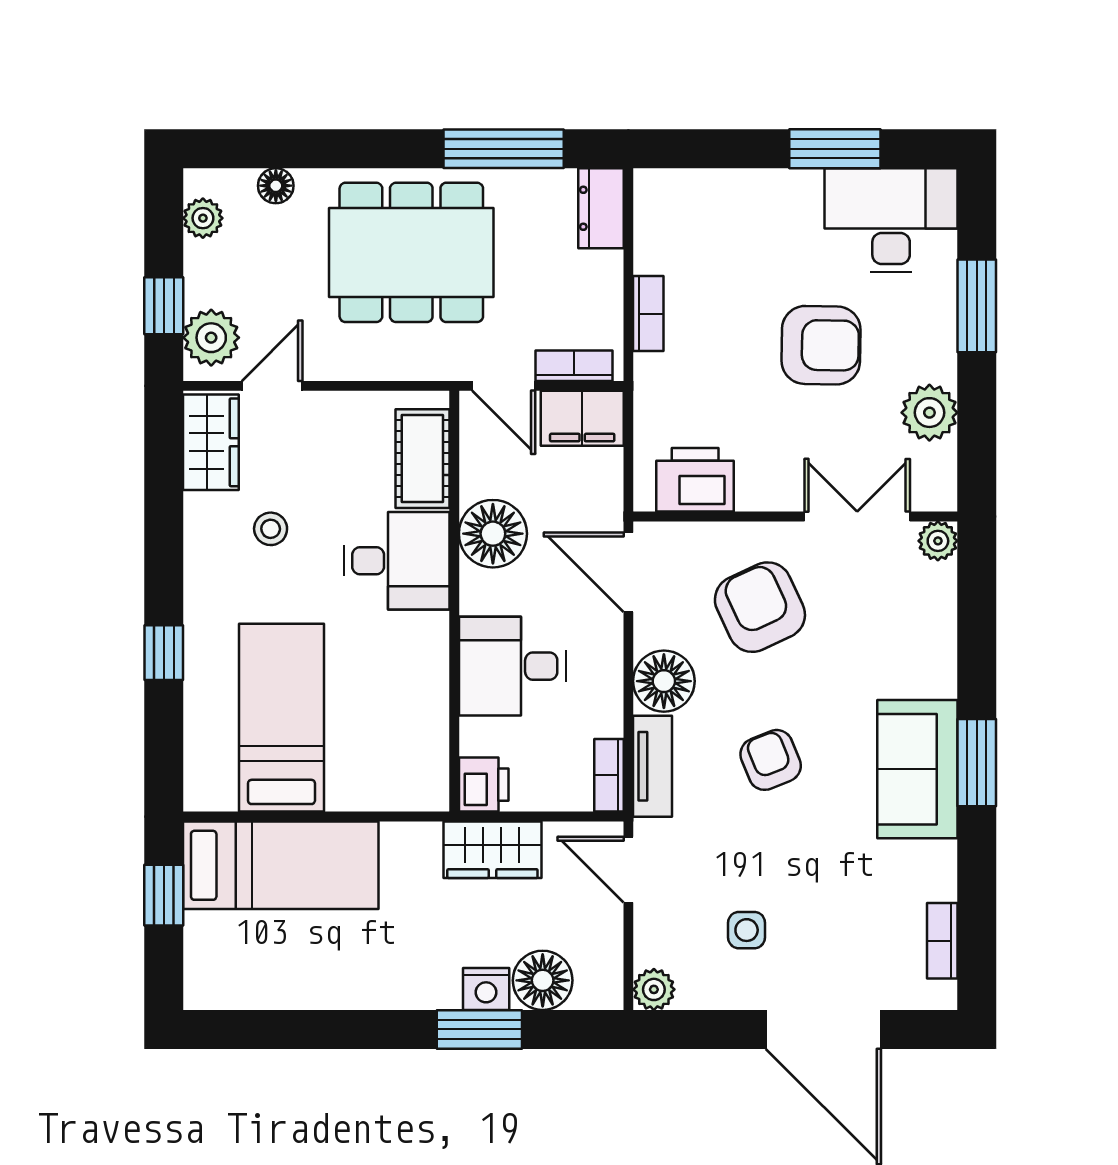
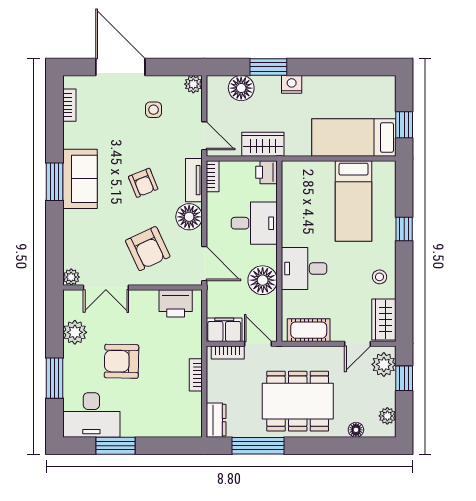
cot: (422, 459) -> (309, 330), moved, turned 90
stool: (271, 529) -> (380, 277), moved
nightstand: (486, 989) -> (292, 84), moved

